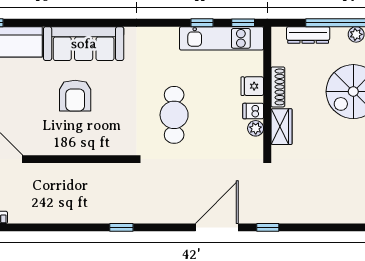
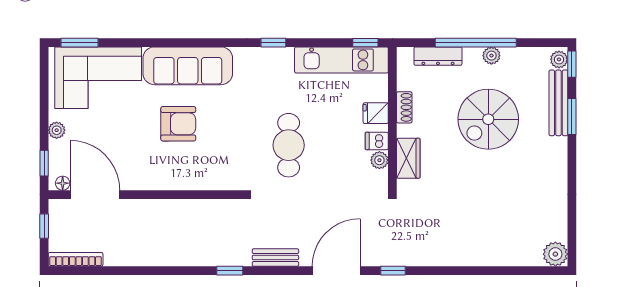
window: (202, 23) -> (273, 43), moved
shoe rack: (278, 87) -> (404, 107), width x0.70
armchair: (75, 96) -> (178, 124), turned -90
bench: (162, 216) -> (275, 258), added

